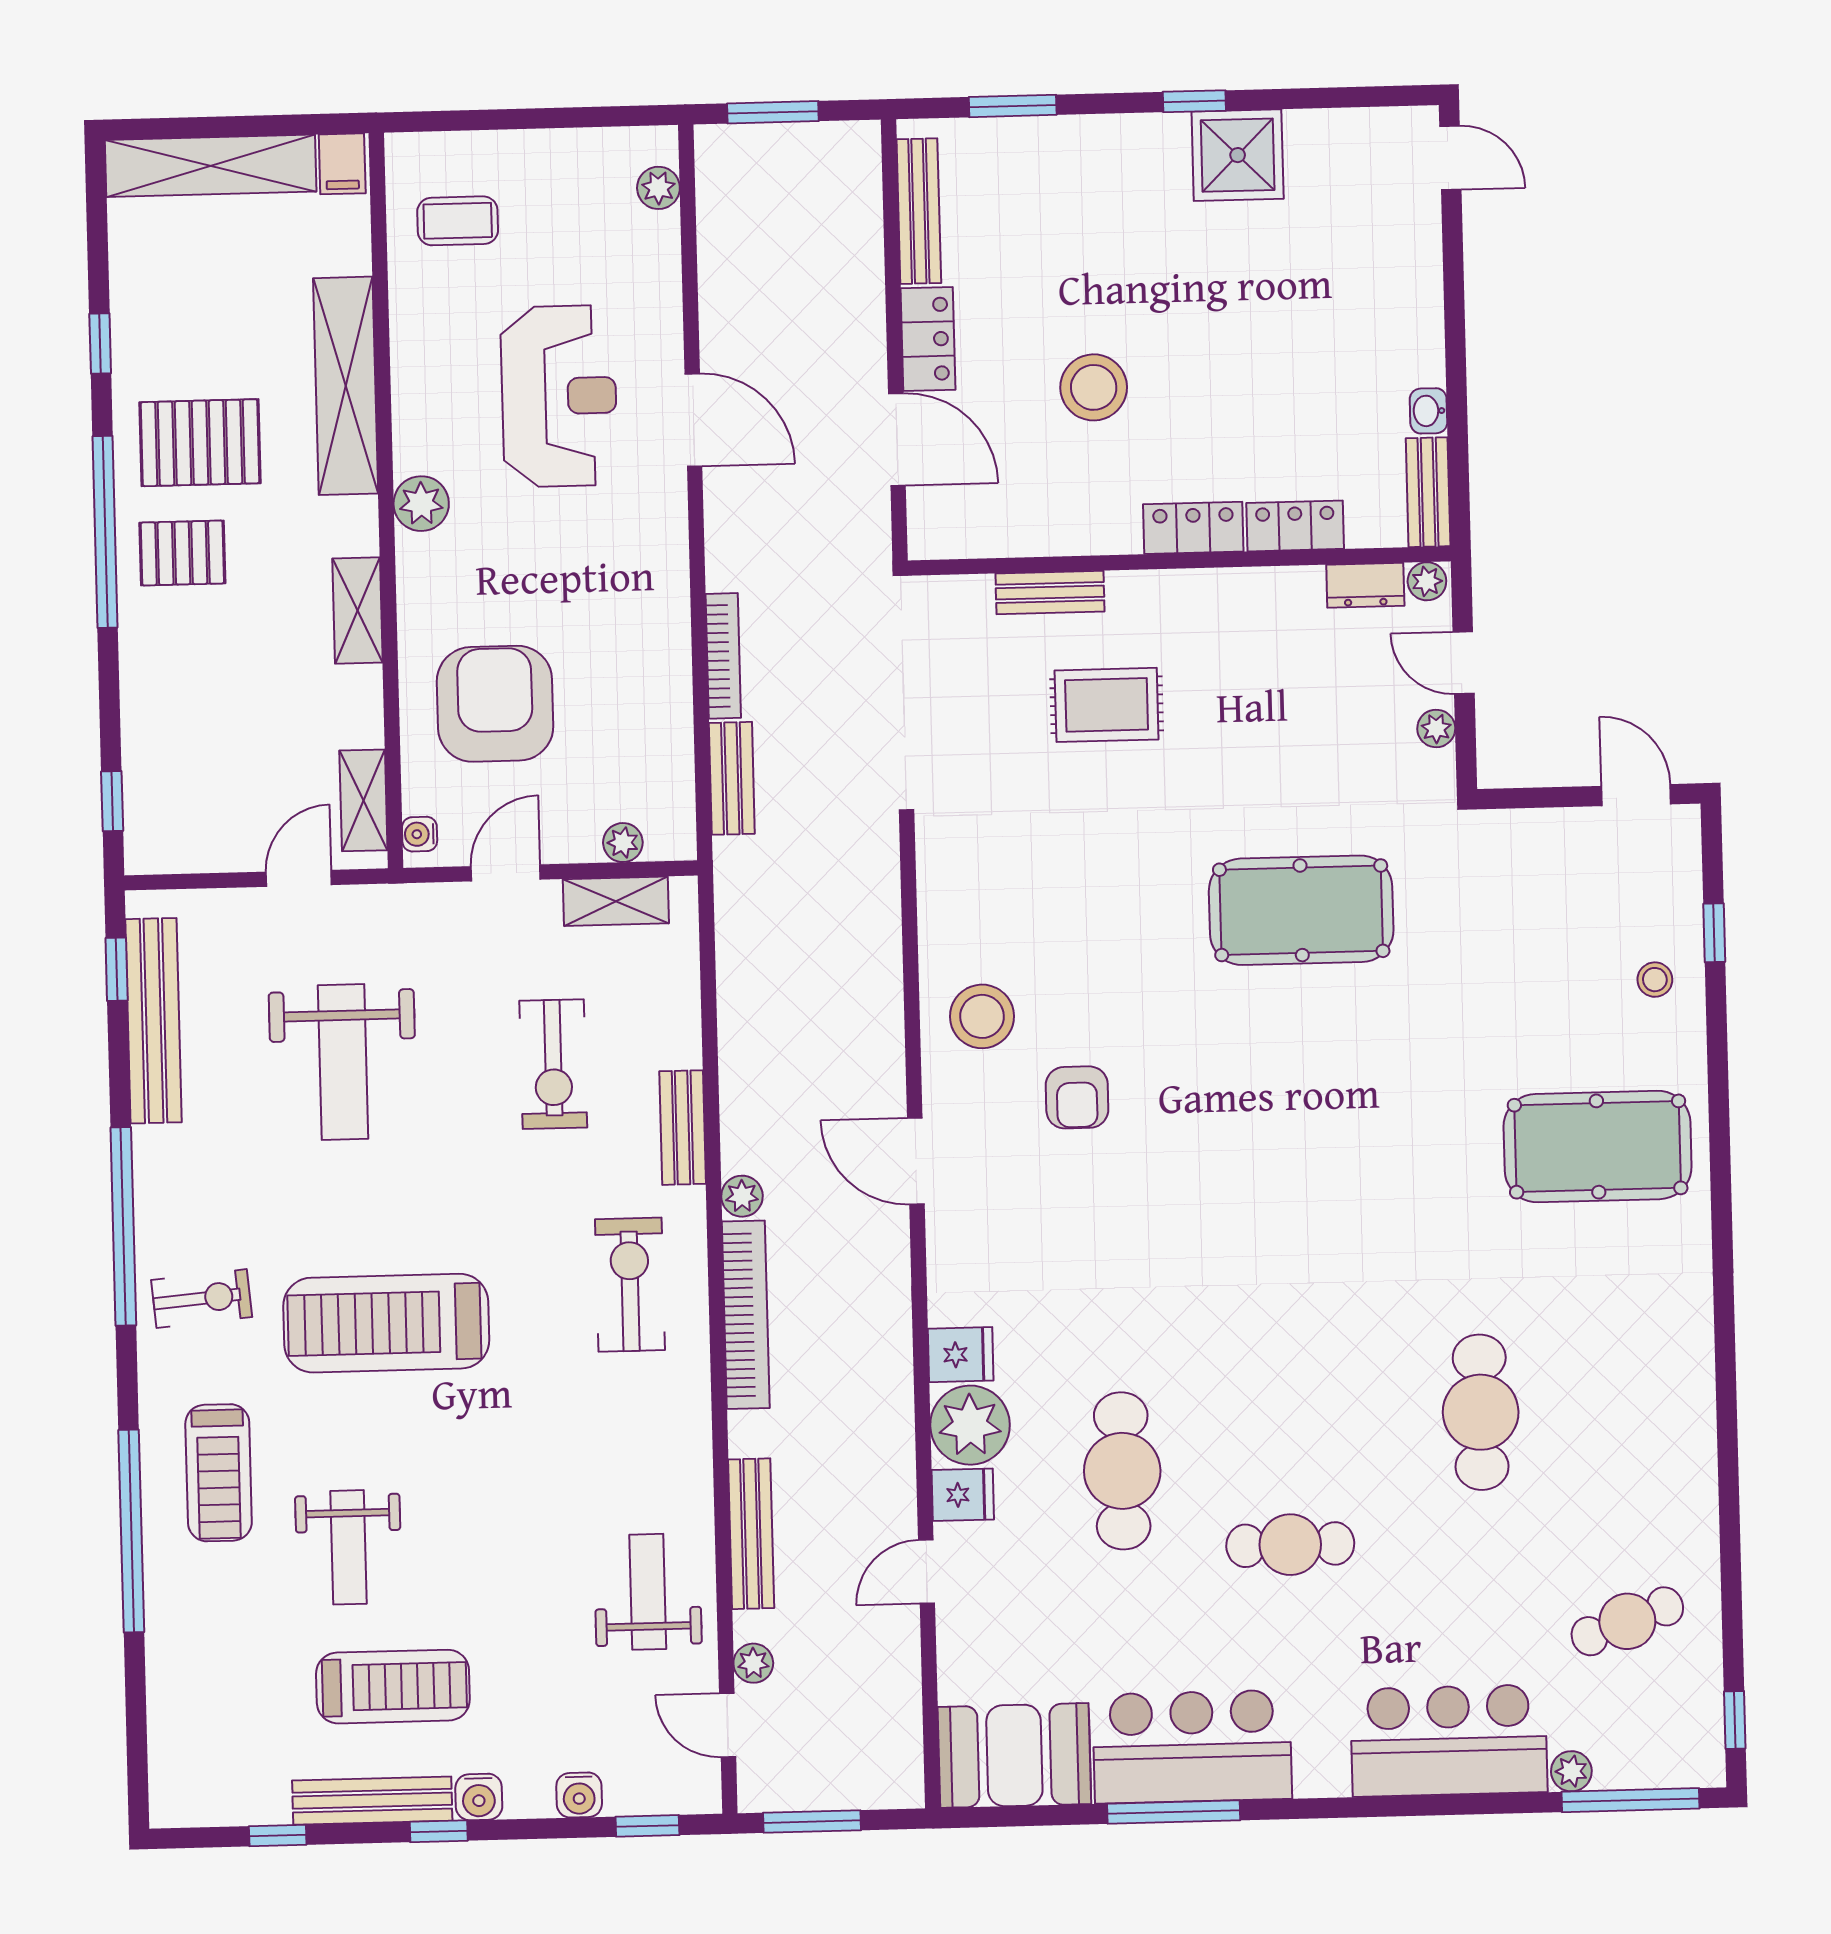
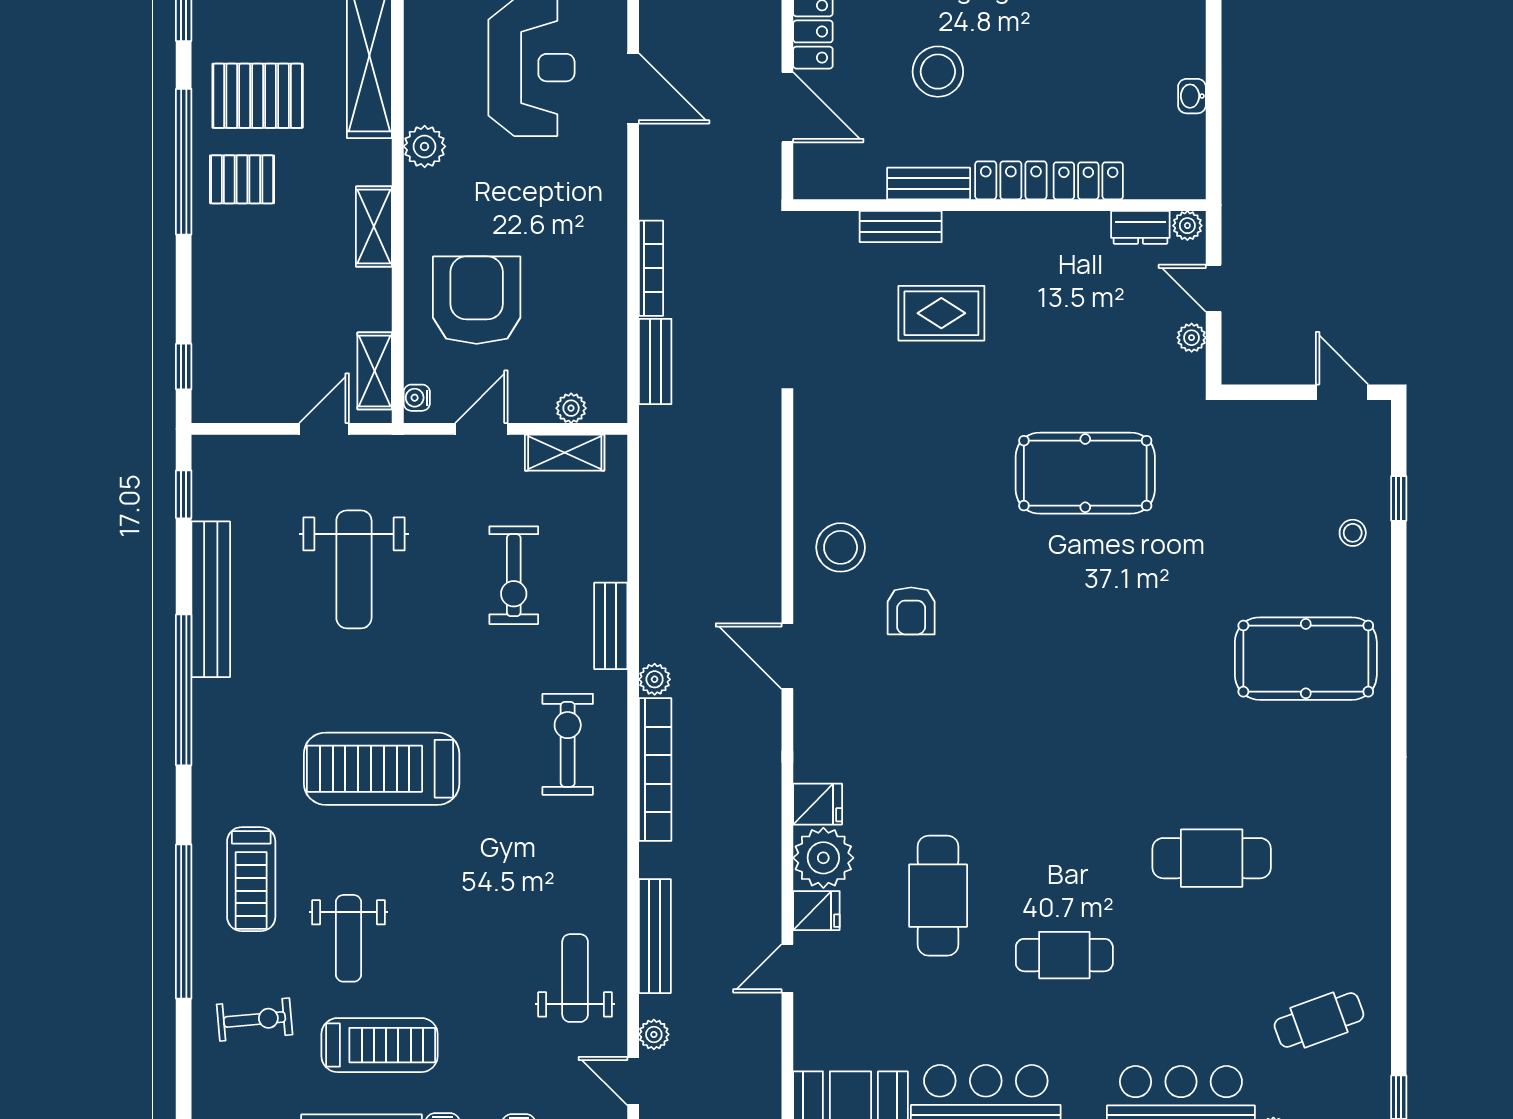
bench: (1428, 492) -> (929, 184), moved, turned 90
bench: (154, 1021) -> (211, 599), moved
exercise bike: (202, 1299) -> (255, 1019), moved
cafe table: (1481, 1412) -> (1212, 858), turned 90

